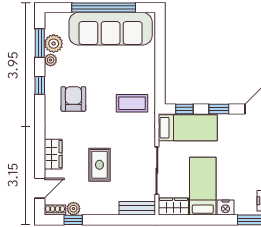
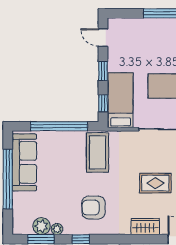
sofa: (111, 29) -> (24, 162), width x0.74, depth x0.79
window: (160, 62) -> (59, 126), added
coffee table: (132, 103) -> (98, 152), width x1.36, depth x1.32

